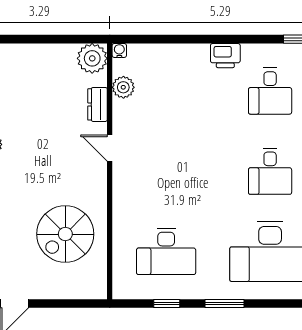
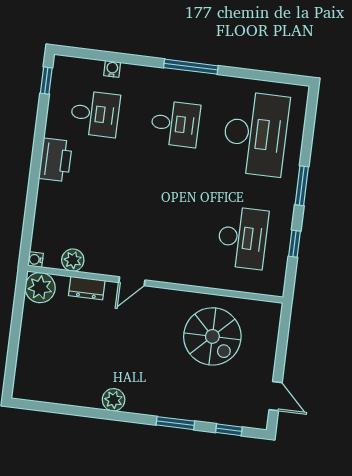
printer: (225, 56) -> (55, 160), width x1.37, depth x1.19

